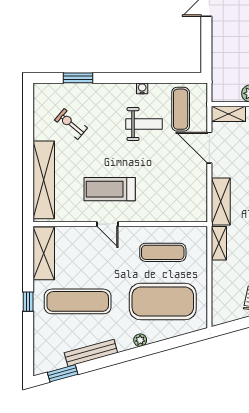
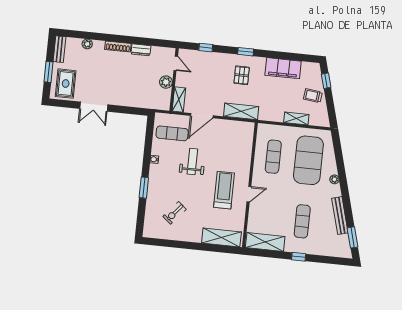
window: (78, 78) -> (144, 188), moved
weight bench: (144, 124) -> (192, 162), moved
shelving: (44, 180) -> (221, 237), width x0.68
treadmill: (110, 189) -> (224, 190), turned 180
shelving: (219, 243) -> (296, 118), moved
exercise mat: (78, 301) -> (302, 221), width x0.73, depth x0.69

